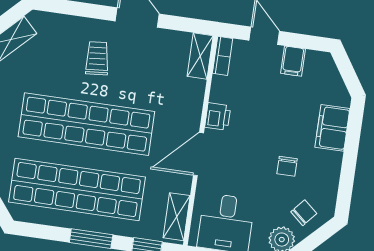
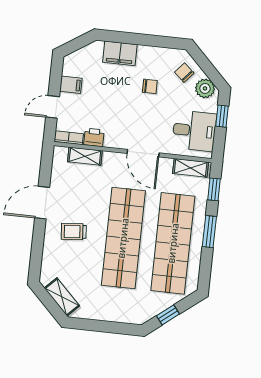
shelving: (200, 56) -> (85, 156), moved
printer: (218, 117) -> (94, 137), moved

